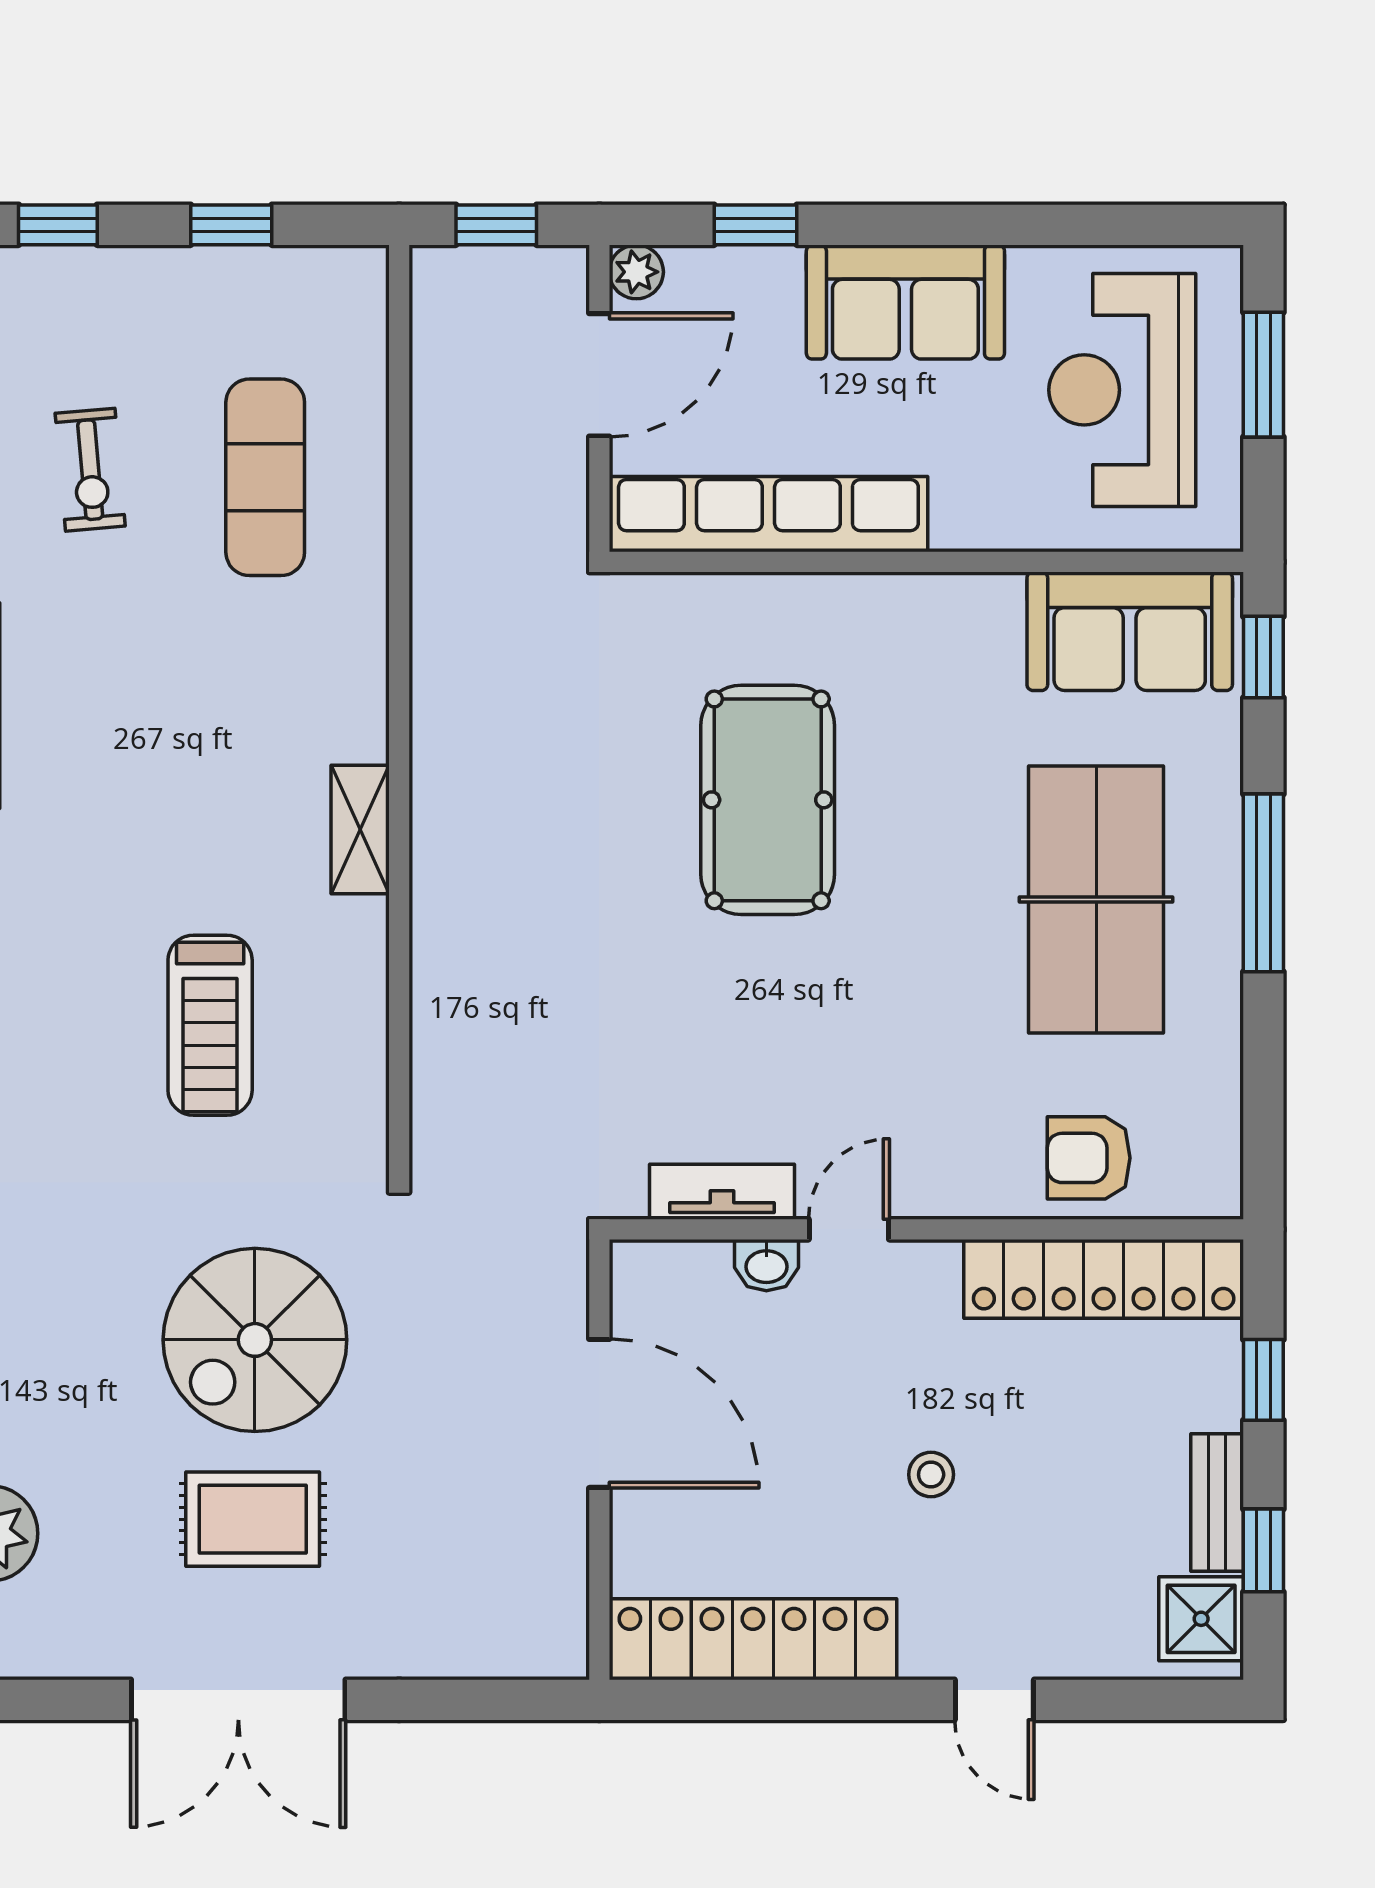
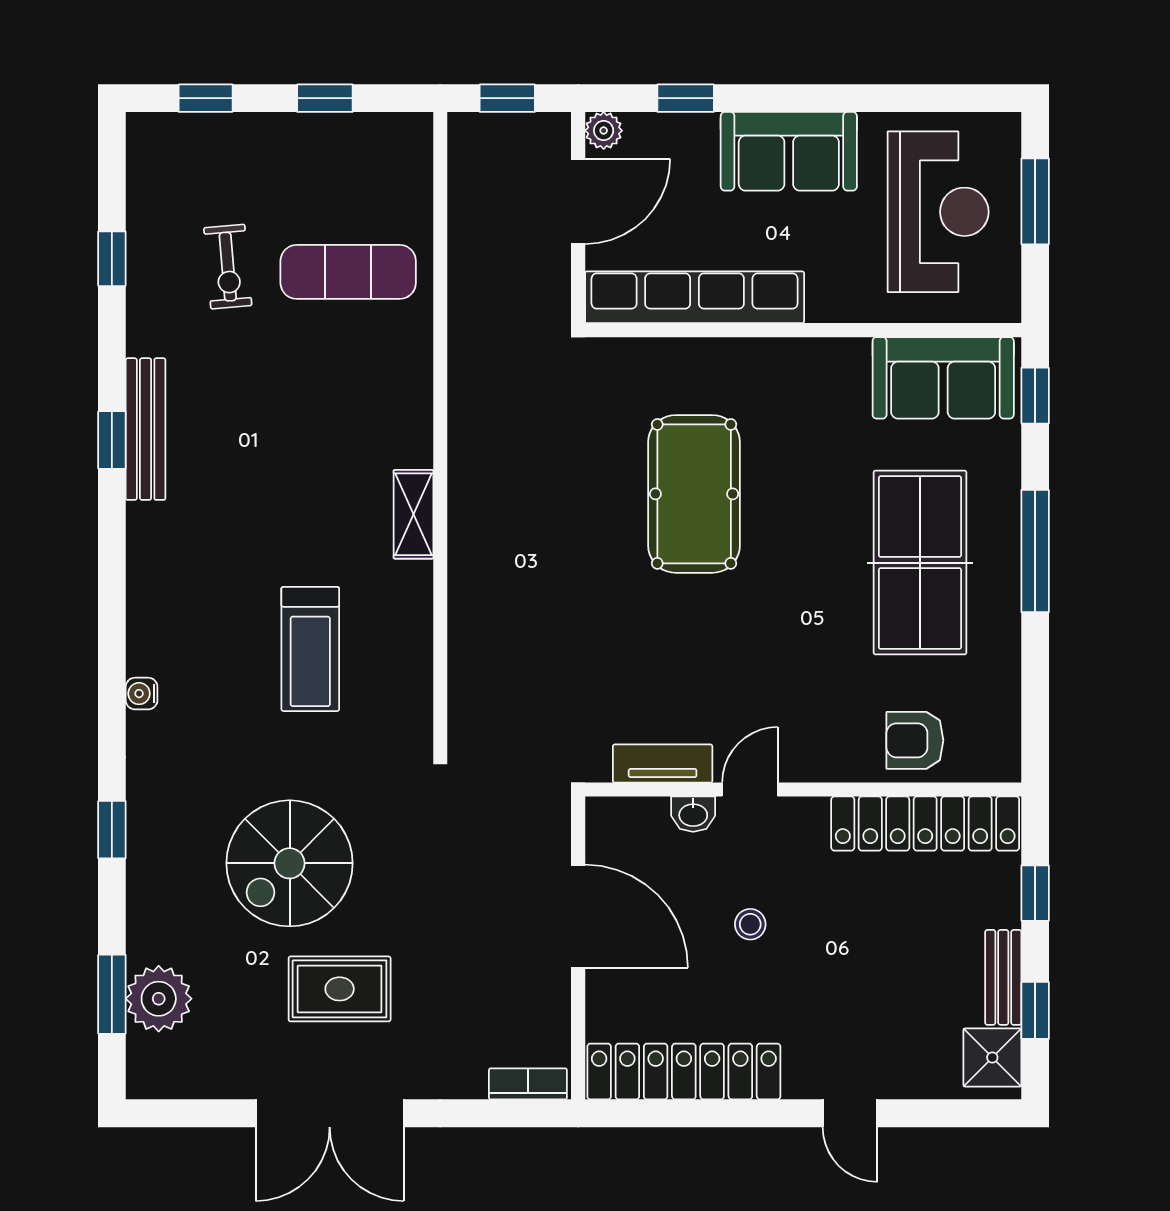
reception desk: (1122, 390) -> (938, 212), turned 180
exercise mat: (265, 477) -> (348, 272), turned 90
spiral stairs: (255, 1340) -> (290, 863), moved
stool: (931, 1475) -> (750, 924), moved
bookcase: (526, 1657) -> (528, 1084), added

